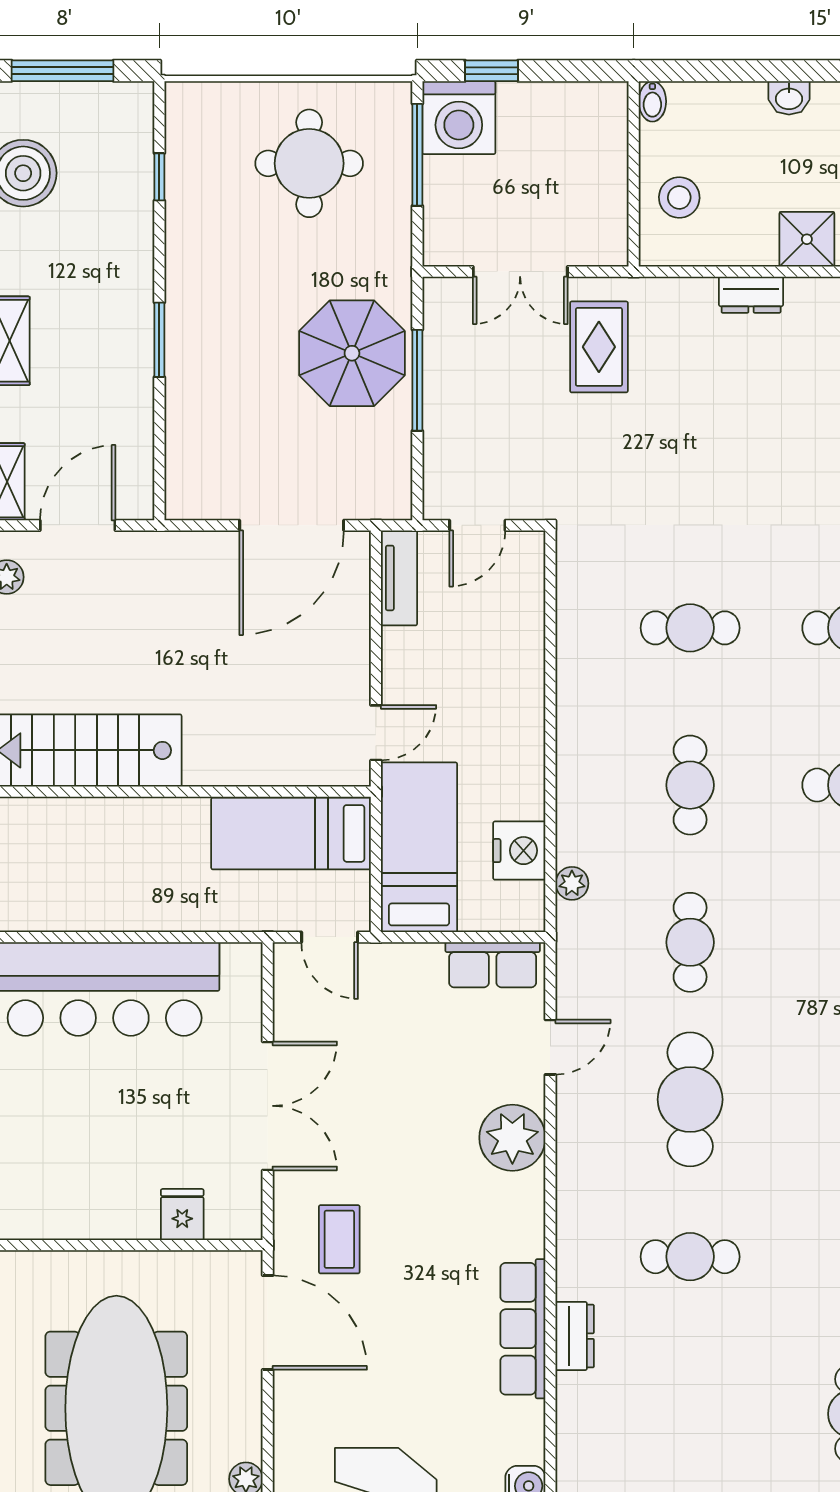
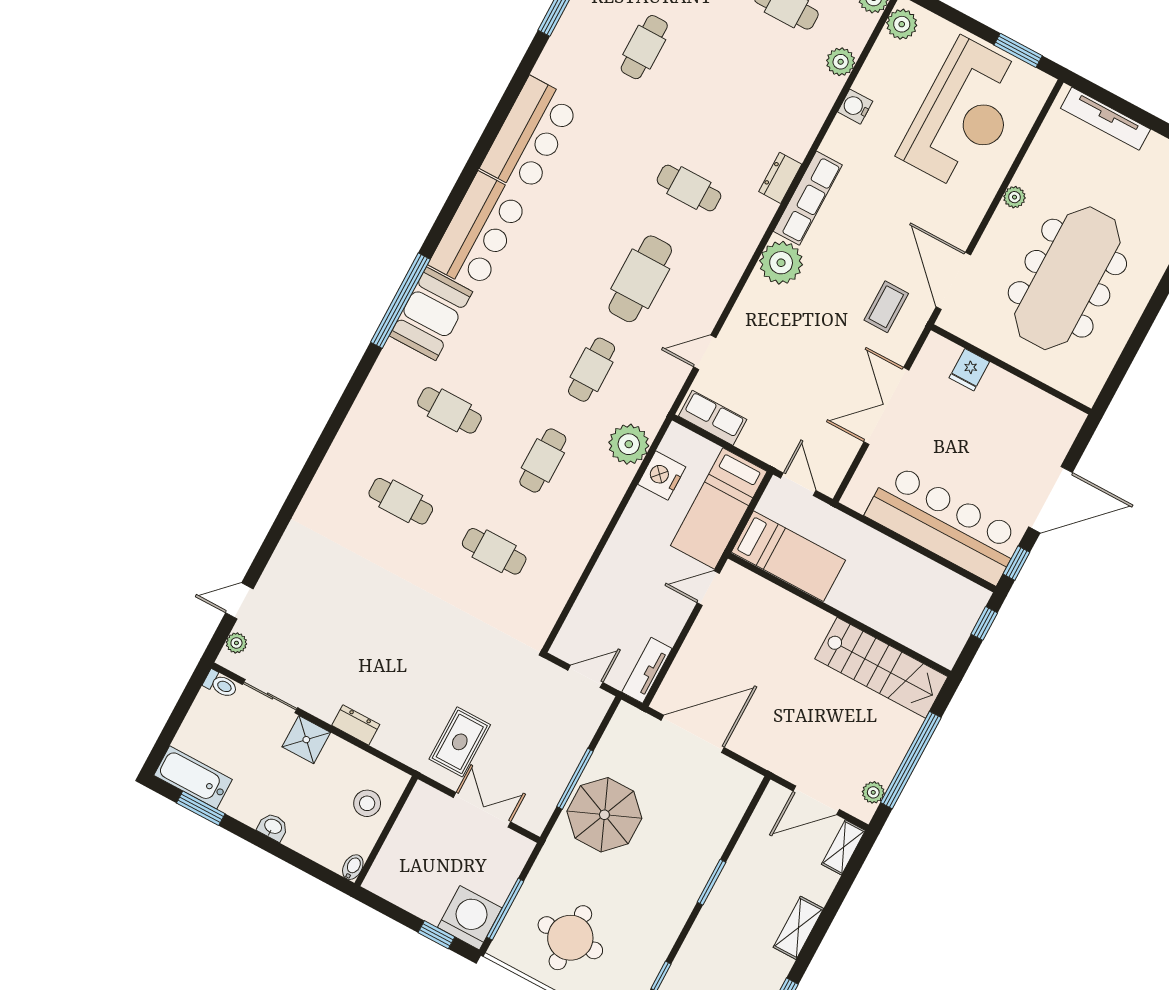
plant: (572, 883) -> (629, 444), width x1.88, depth x1.88
plant: (512, 1138) -> (781, 263), moved

